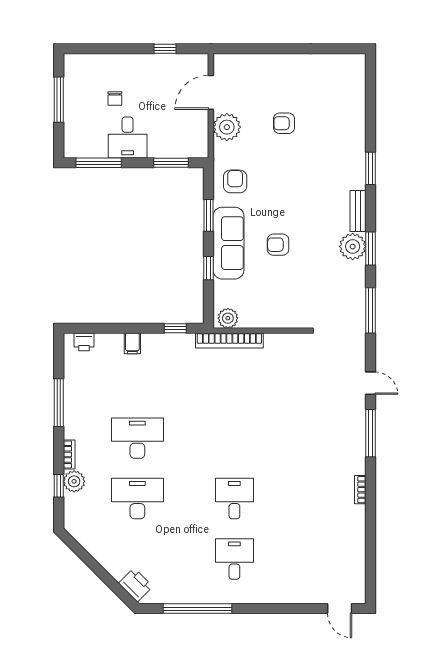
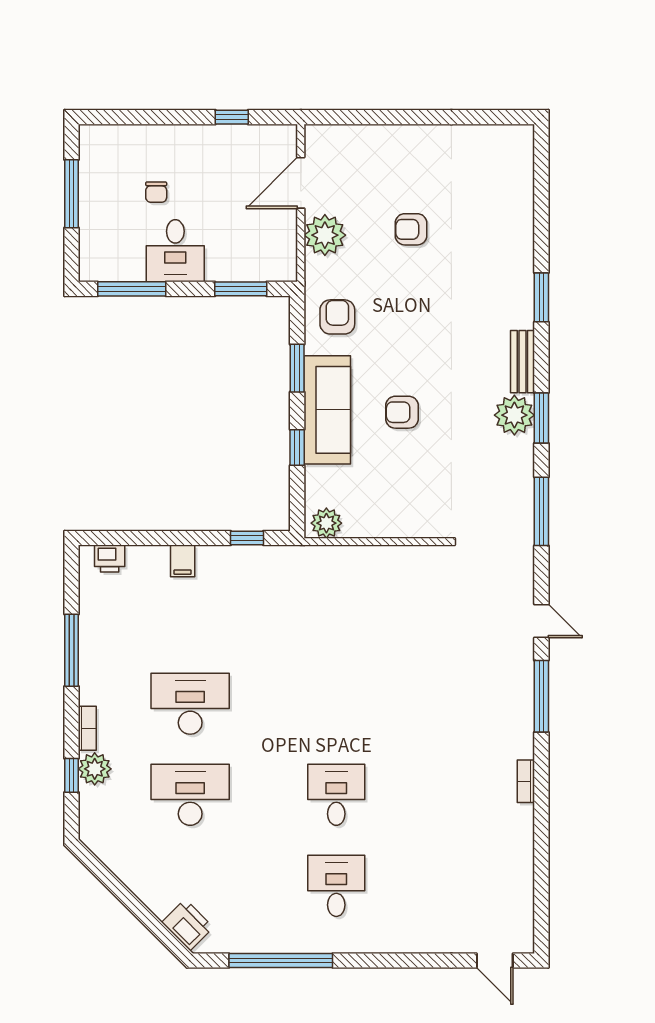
bookcase: (229, 340) -> (329, 556), removed

